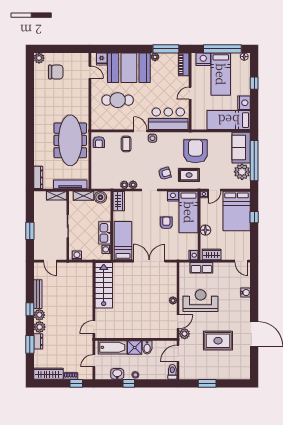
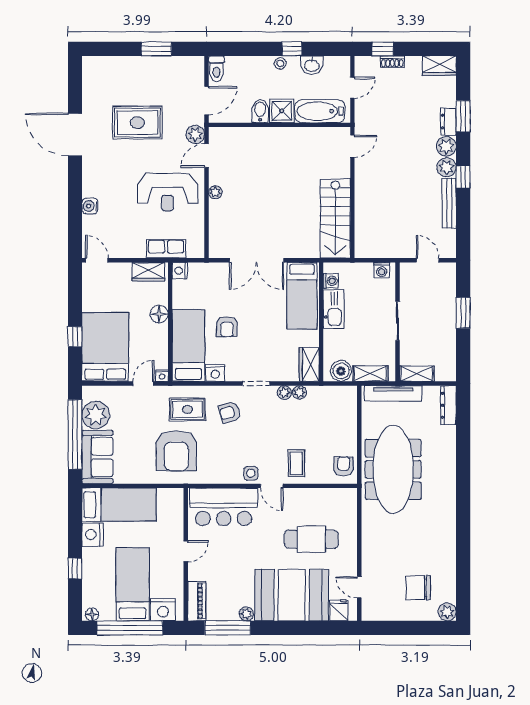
wardrobe: (48, 374) -> (439, 66), width x0.67

